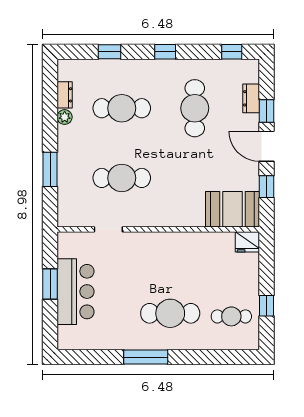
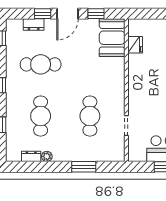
fridge: (247, 242) -> (135, 45), moved

